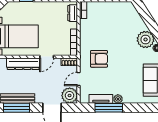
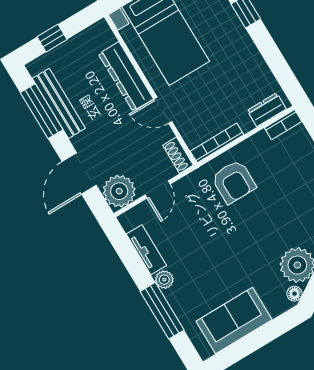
armchair: (99, 59) -> (234, 182), moved
door: (79, 79) -> (158, 189), swing flipped
window: (109, 108) -> (162, 311), moved

